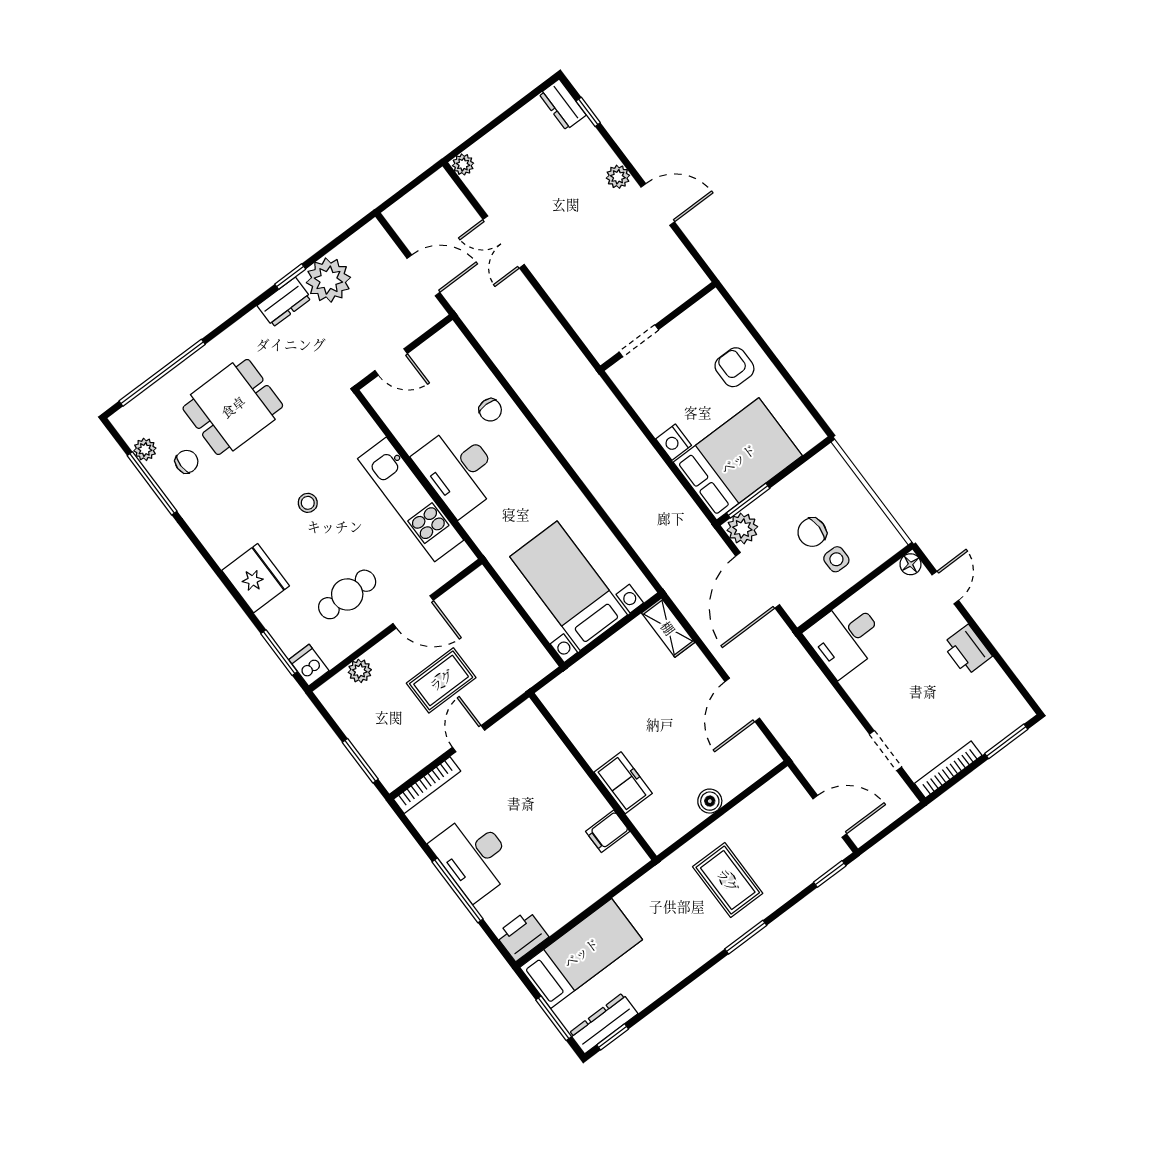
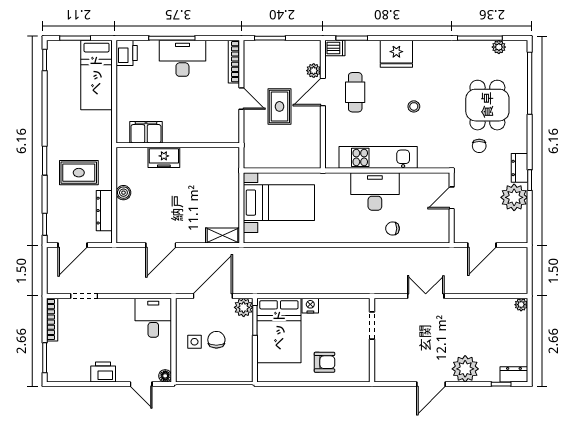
plant: (618, 177) -> (465, 369), width x1.87, depth x1.87
double door: (504, 242) -> (426, 296), moved
chair: (187, 462) -> (479, 146), moved
door: (758, 580) -> (213, 296), hinge flipped
door: (413, 612) -> (323, 92), moved
door: (742, 700) -> (161, 245), swing flipped
filing cabinet: (608, 831) -> (146, 132), width x2.00
dresser: (603, 1023) -> (104, 211), moved, turned 180

